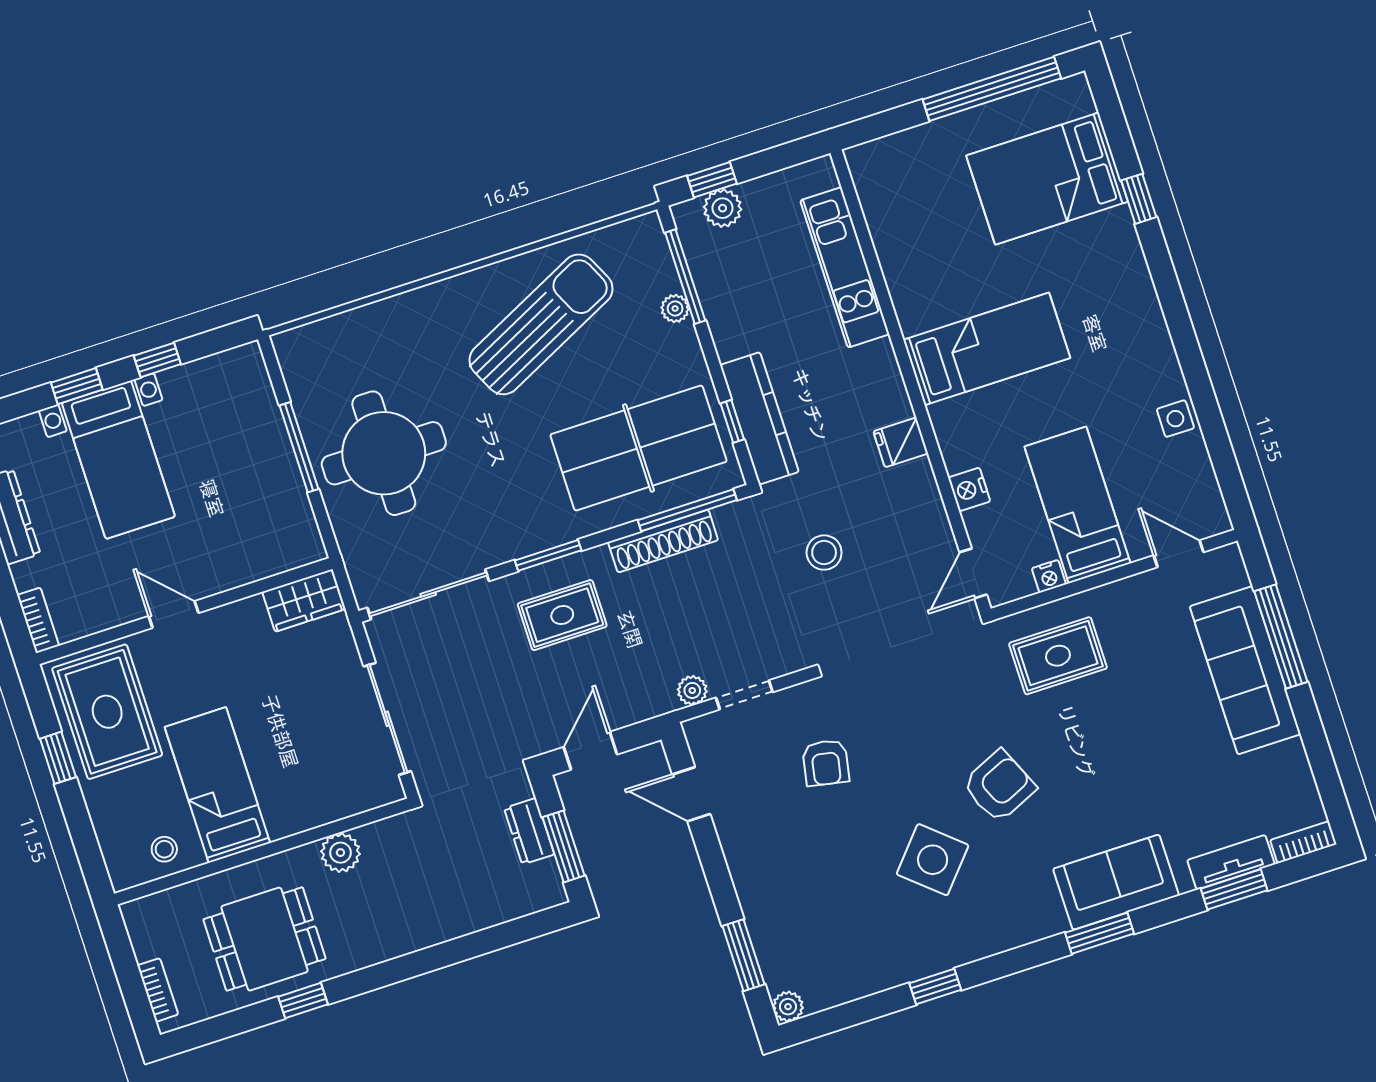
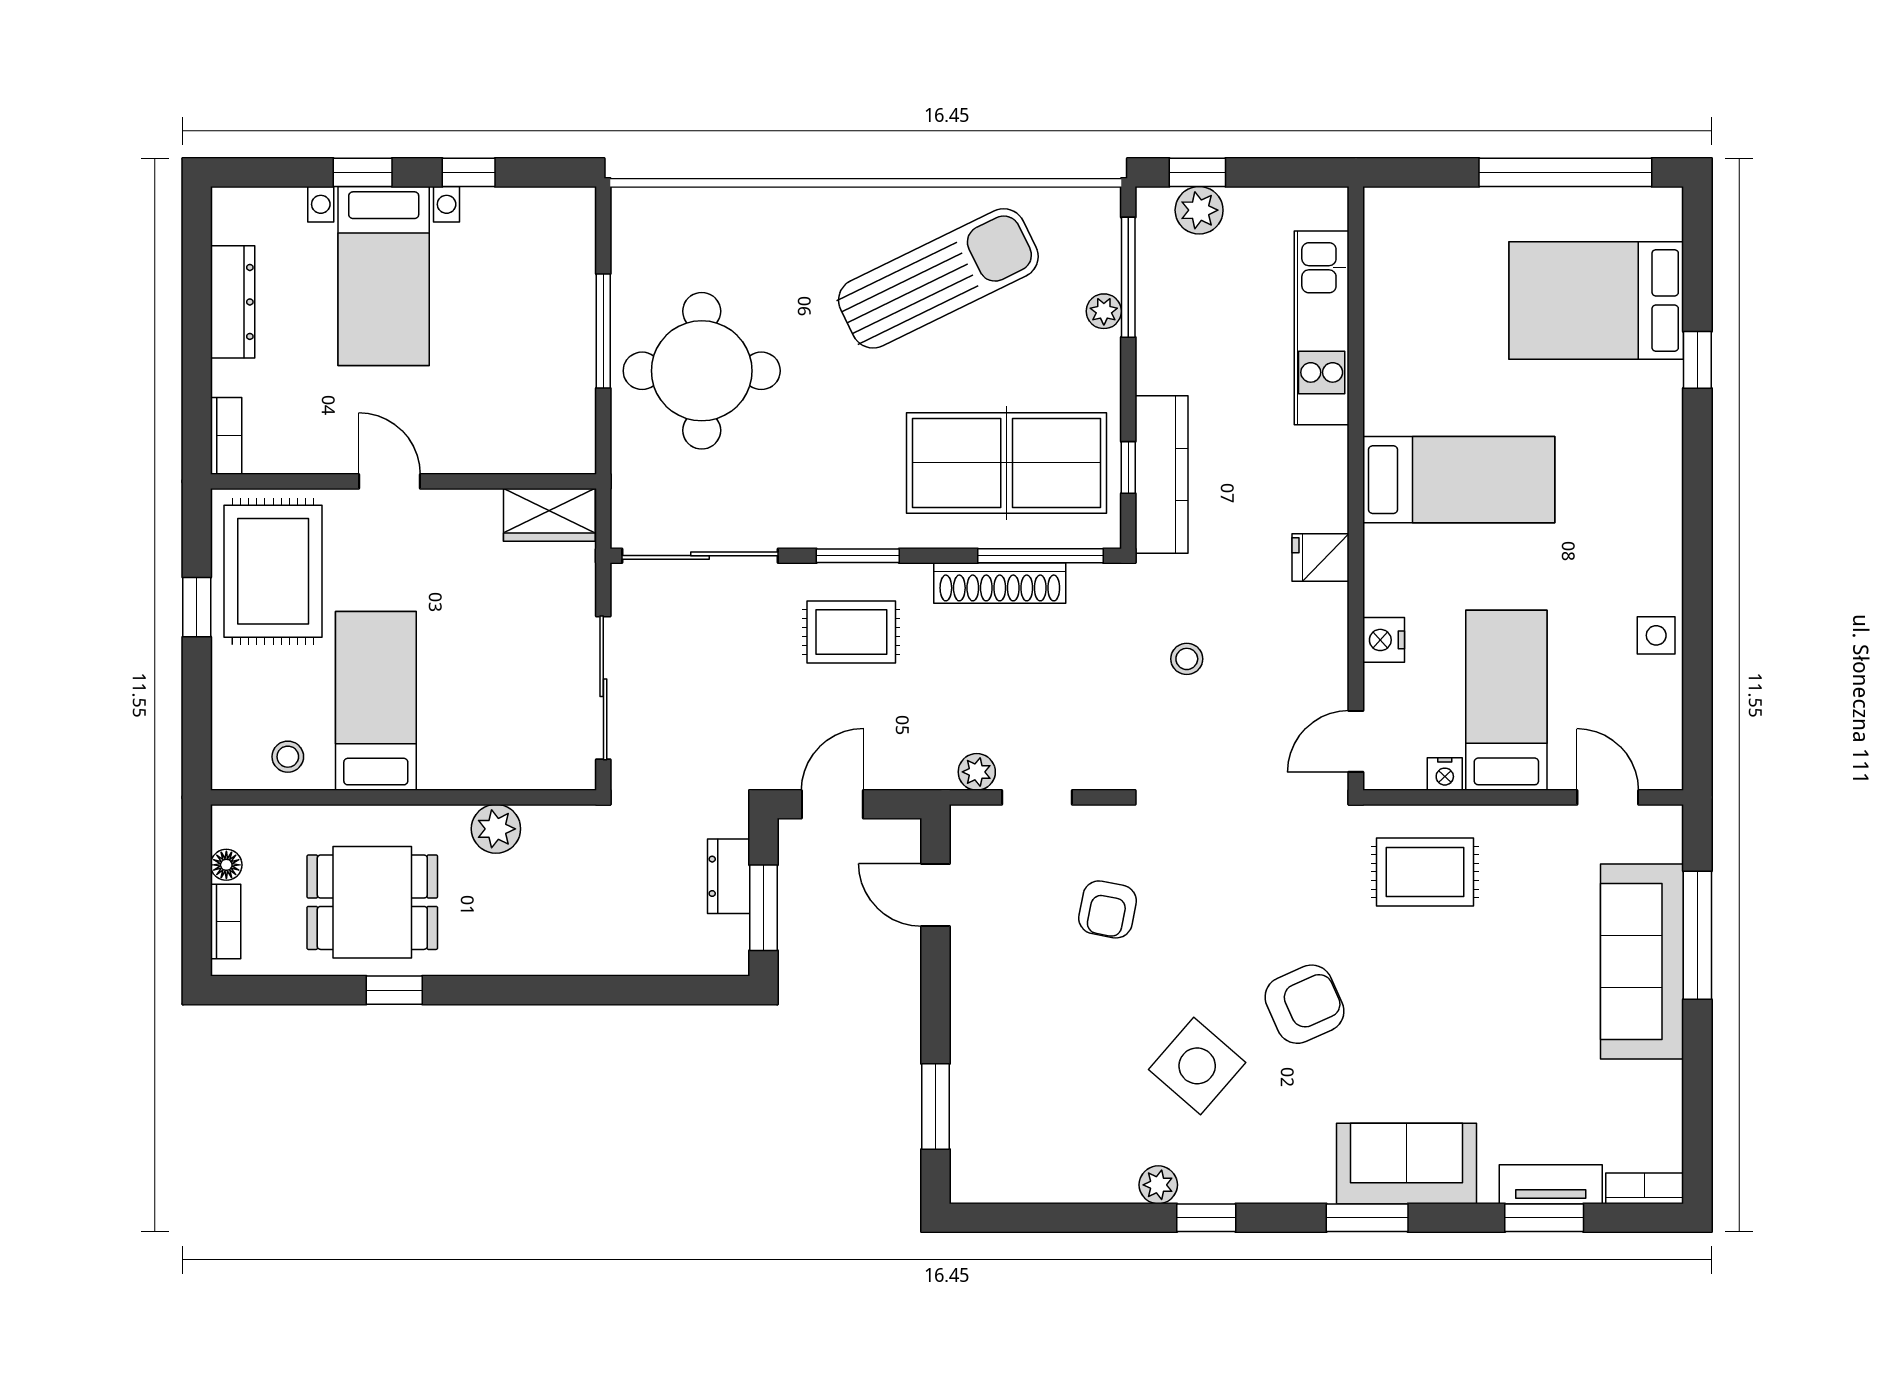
stool: (824, 553) -> (1187, 659), width x0.73, depth x0.73
floor lamp: (144, 947) -> (226, 865), added
window: (935, 987) -> (1206, 1218), moved
plant: (788, 1007) -> (1158, 1185), moved

